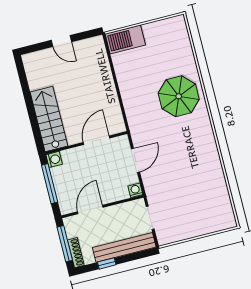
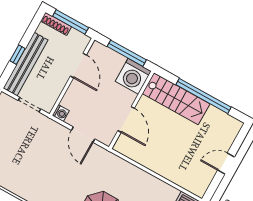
window: (29, 102) -> (203, 96), added
washing machine: (54, 159) -> (133, 76), width x1.89, depth x1.89
window: (107, 263) -> (18, 55), moved

